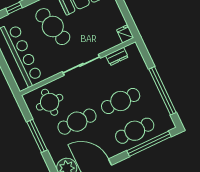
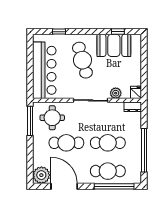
plant: (104, 45) -> (116, 93), added
dresser: (117, 56) -> (133, 107), moved
window: (37, 136) -> (30, 121), moved

